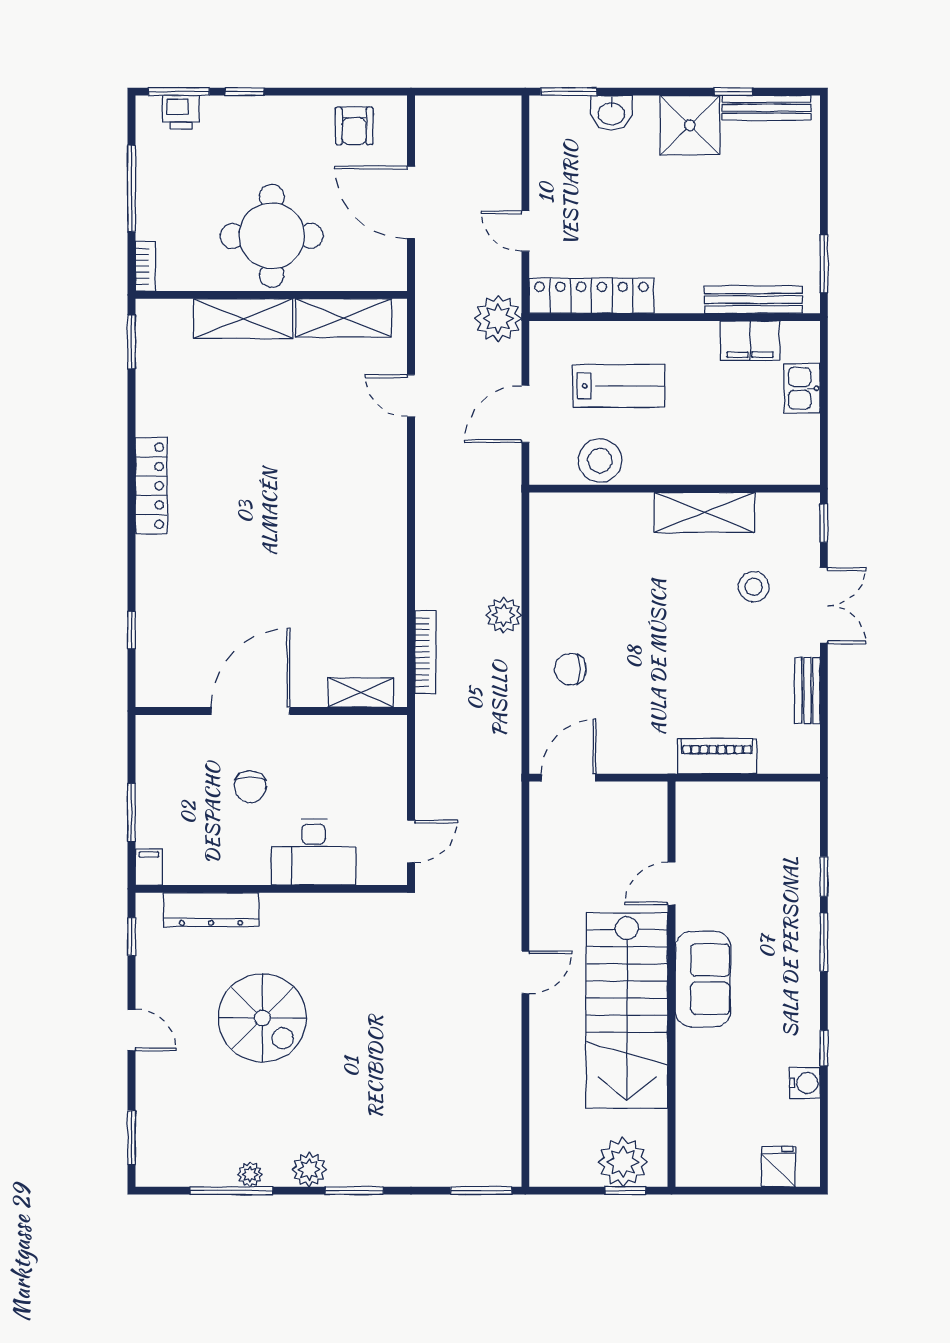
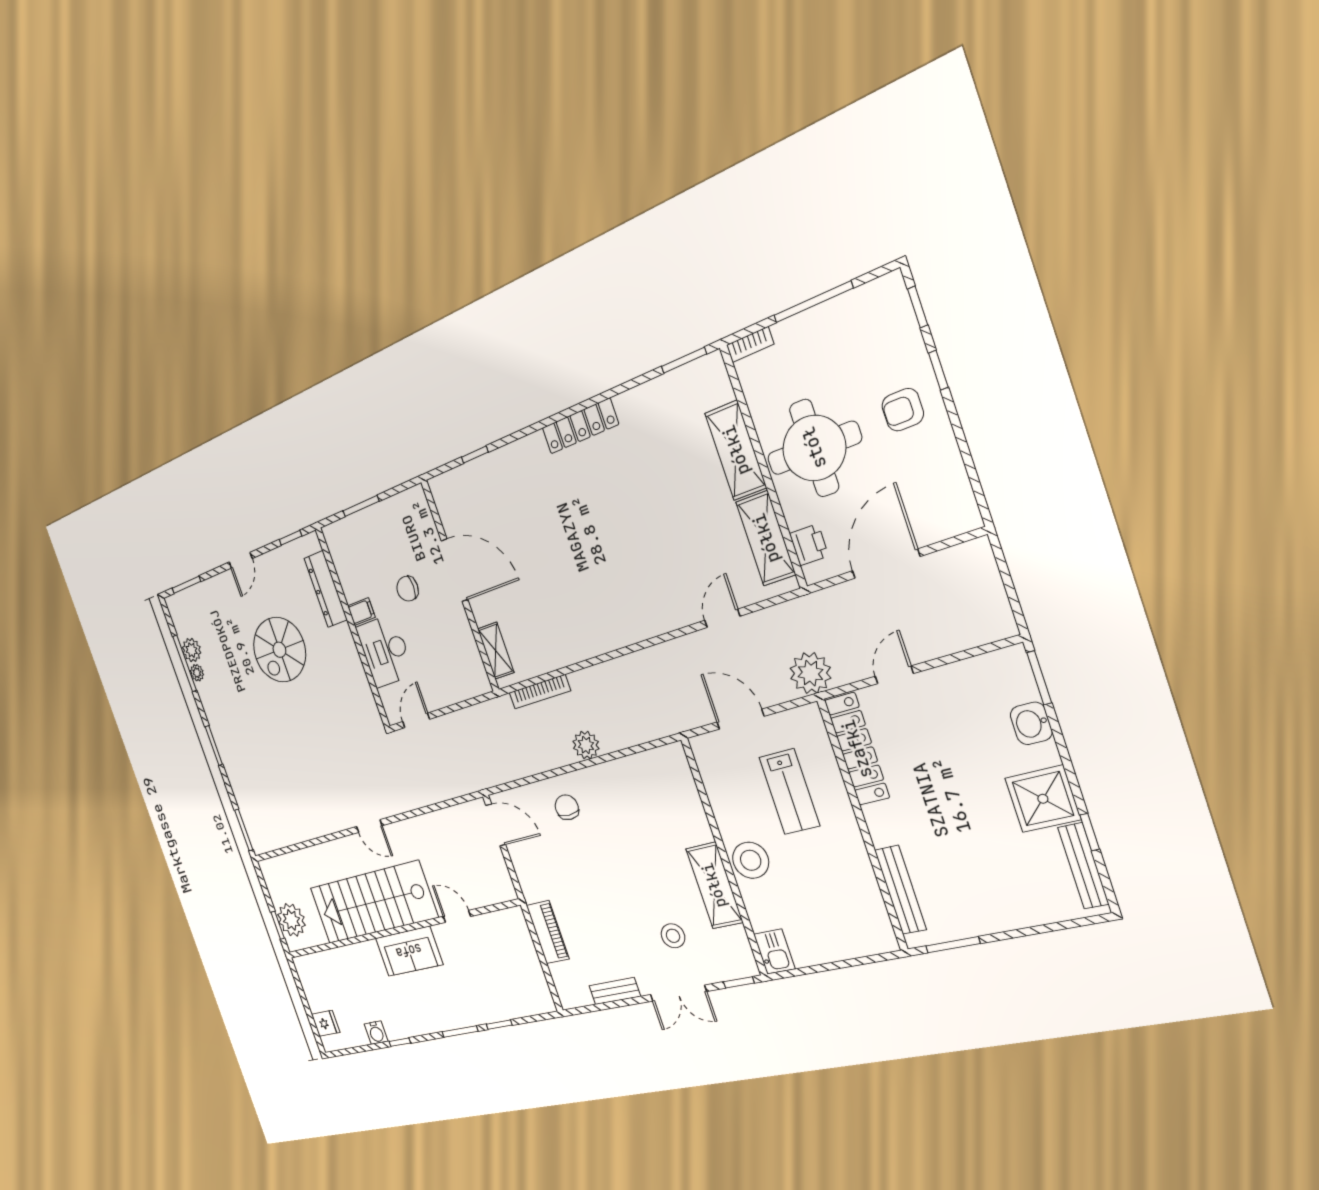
window: (179, 92) -> (918, 307), width x0.67
printer: (181, 112) -> (809, 545), moved, turned 180
armchair: (354, 126) -> (903, 410), moved
filing cabinet: (750, 341) -> (864, 894), removed
kitchen sink: (802, 388) -> (774, 952), moved, turned 90
stool: (600, 461) -> (751, 860), moved
door: (411, 841) -> (416, 720), swing flipped
filing cabinet: (149, 867) -> (361, 612), moved
plant: (309, 1170) -> (192, 650), moved

